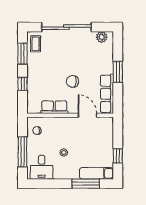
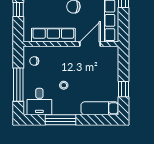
row of seats: (54, 107) -> (53, 35), width x1.48
door: (87, 115) -> (90, 44), hinge flipped
window: (86, 184) -> (61, 120), moved

